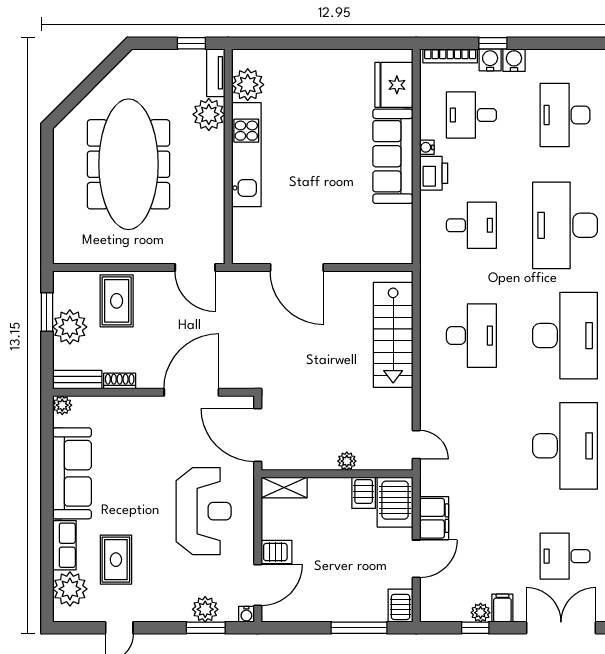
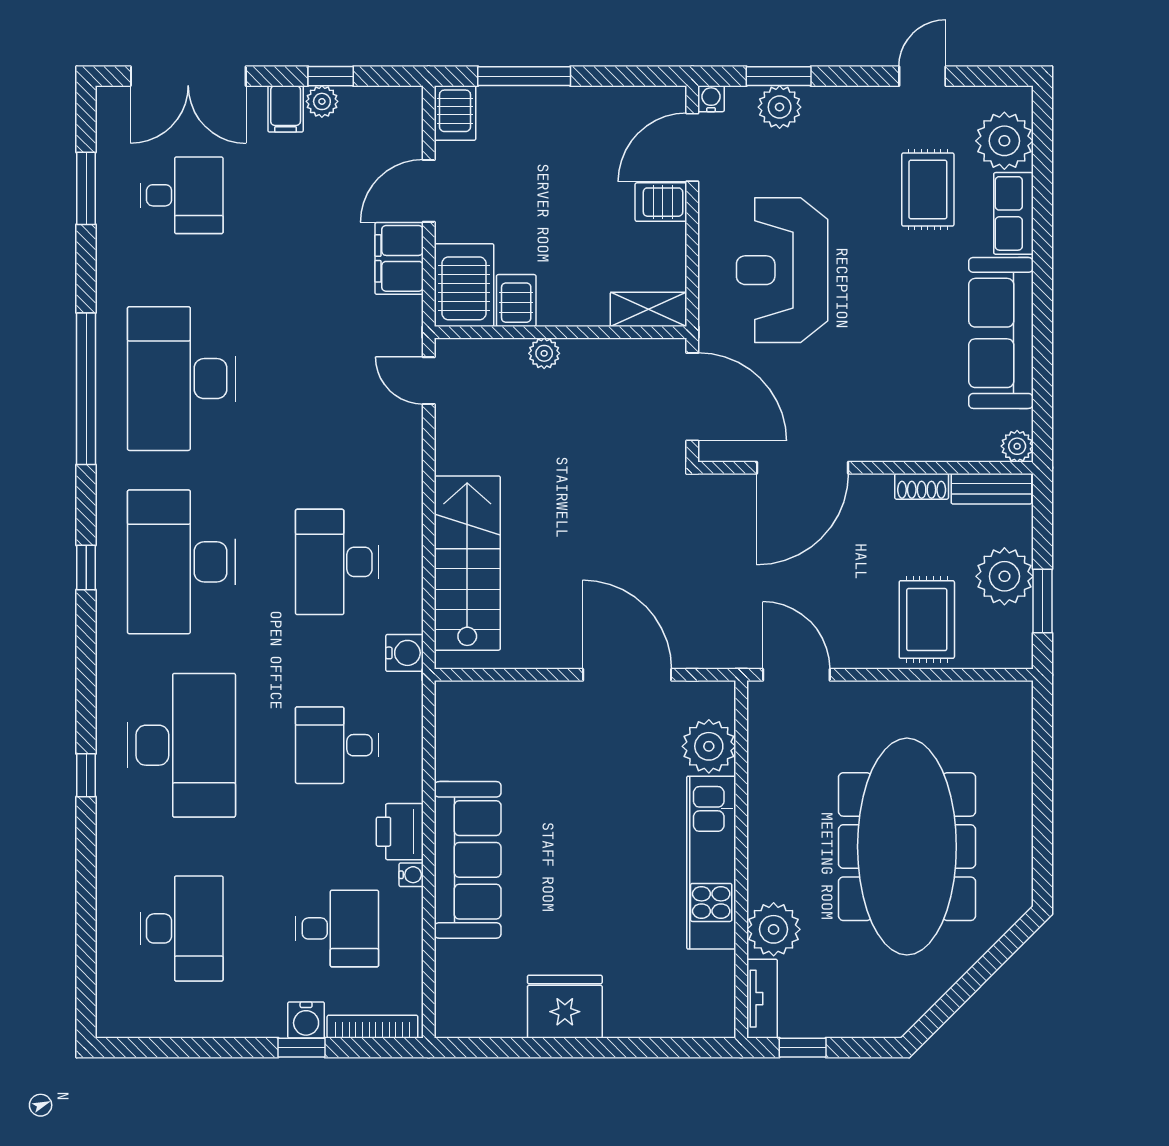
water cooler: (514, 60) -> (404, 653), moved, turned -90
plant: (248, 85) -> (709, 746), moved
fridge: (394, 85) -> (565, 1007), moved, turned -90

